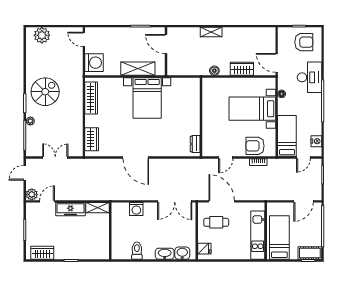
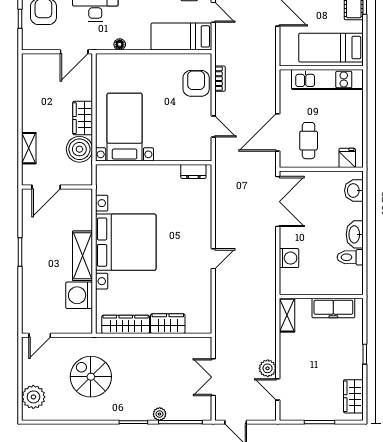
door: (166, 44) -> (46, 187), moved
wall: (166, 51) -> (57, 187), moved
washing machine: (94, 63) -> (79, 295), moved, turned -90
wardrobe: (242, 69) -> (83, 118), moved
boiler: (214, 71) -> (79, 149), width x1.86, depth x1.86
spiral stairs: (45, 92) -> (91, 377), moved
bed with nightstands: (147, 98) -> (126, 242), width x1.36
bed with nightstands: (252, 109) -> (125, 127), moved, turned 180
wardrobe: (92, 139) -> (168, 324), moved
armchair: (255, 146) -> (196, 83), turned 180
door: (136, 158) -> (213, 259), width x0.53
plant: (32, 194) -> (268, 368), moved
freezer: (70, 209) -> (333, 308), moved, turned 90
washbasin: (165, 254) -> (355, 234), moved

